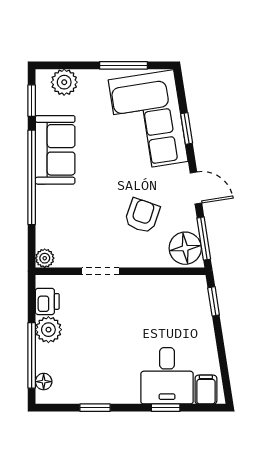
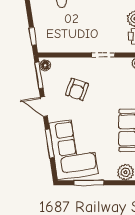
window: (187, 128) -> (50, 144), width x1.50
floor lamp: (185, 248) -> (45, 65), width x0.53, depth x0.53

